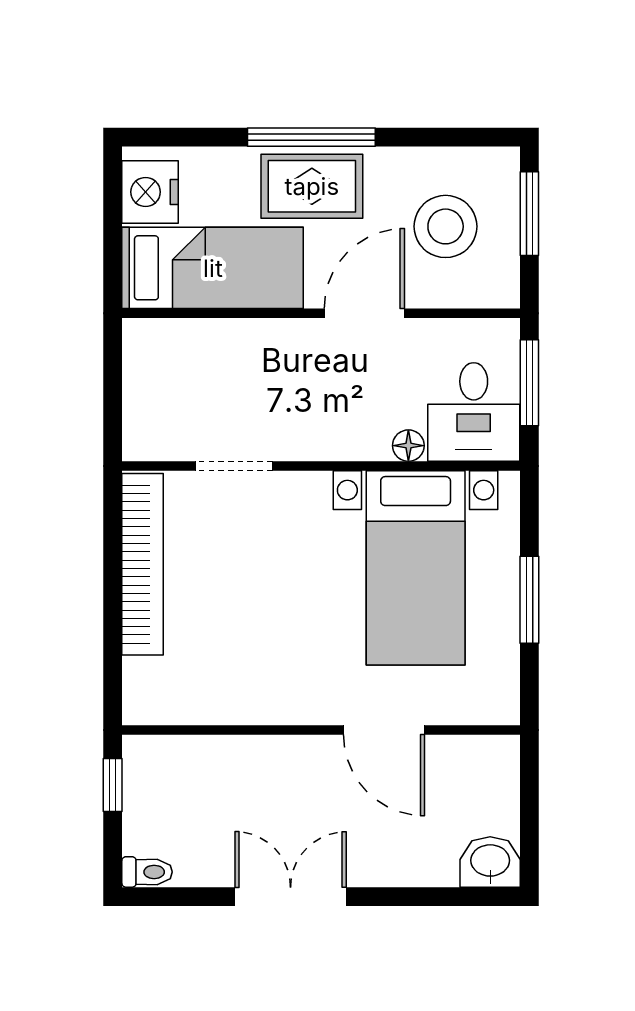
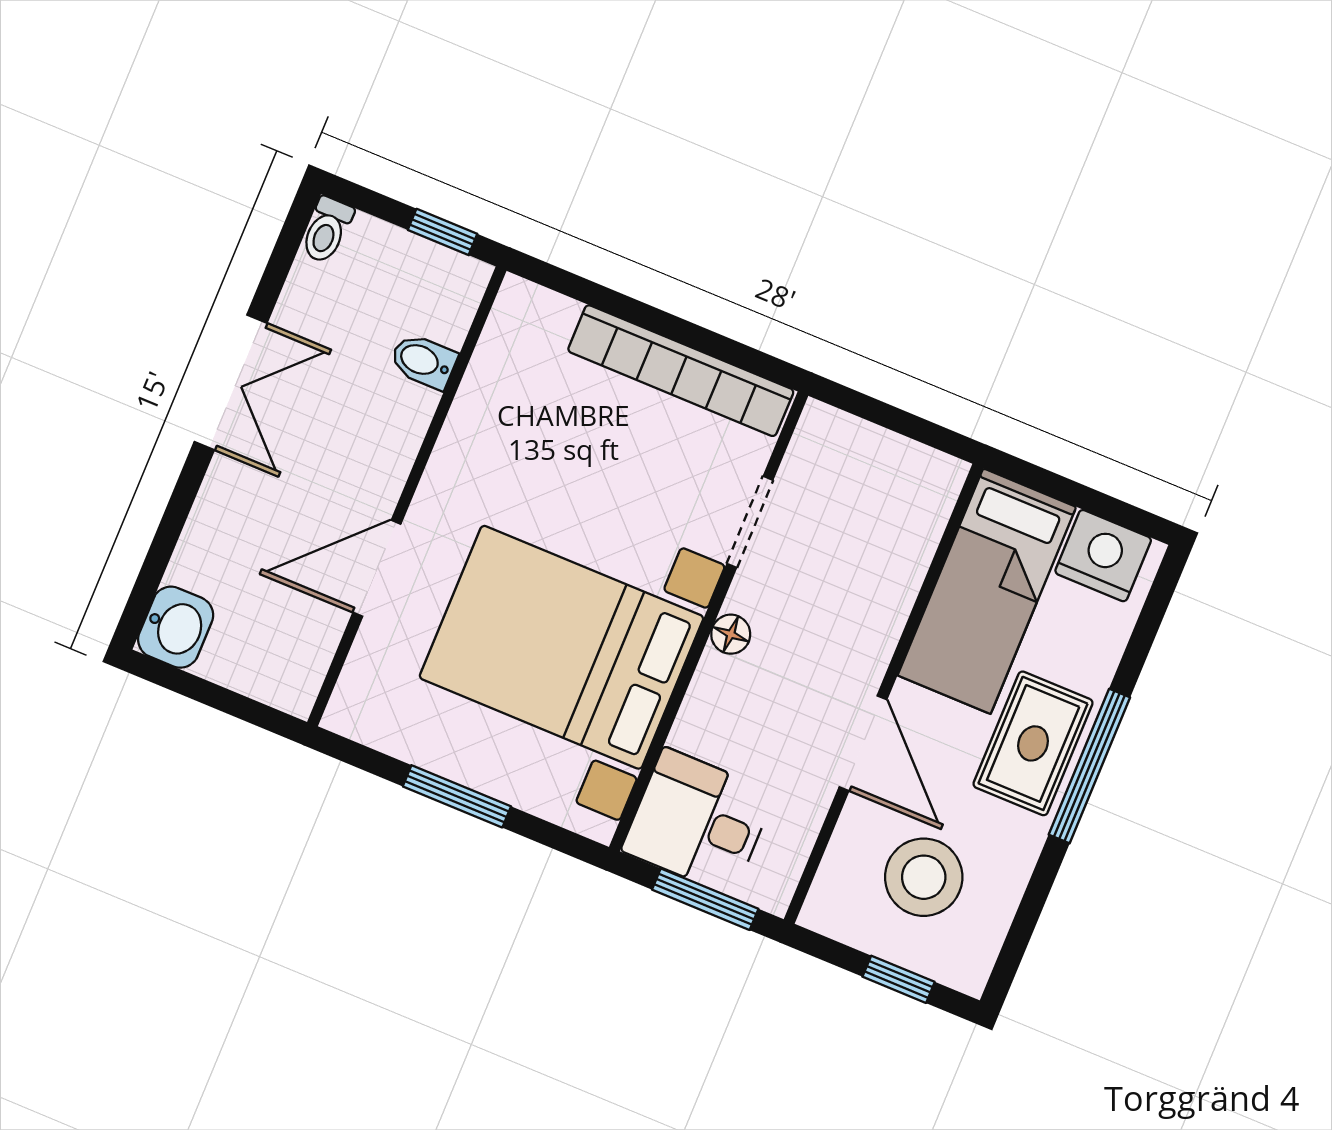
window: (529, 214) -> (899, 979), width x0.67
floor lamp: (408, 446) -> (731, 634), moved
bed with nightstands: (416, 568) -> (562, 647), width x1.36
bidet: (215, 759) -> (423, 361), added

